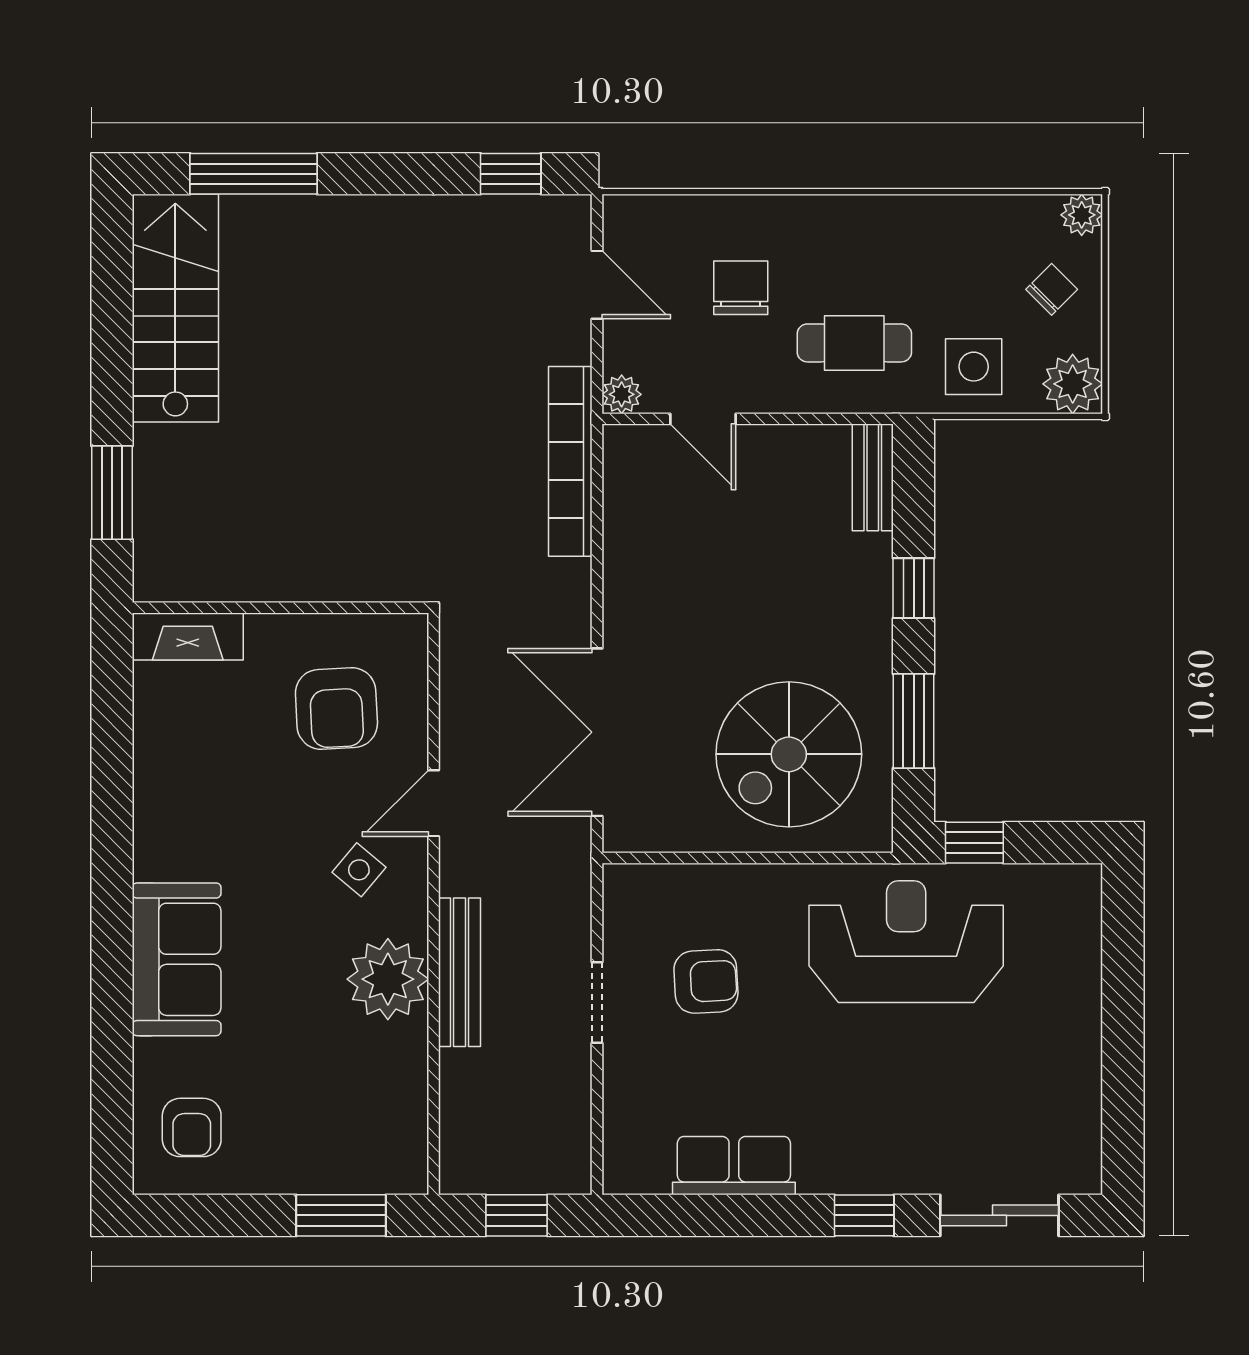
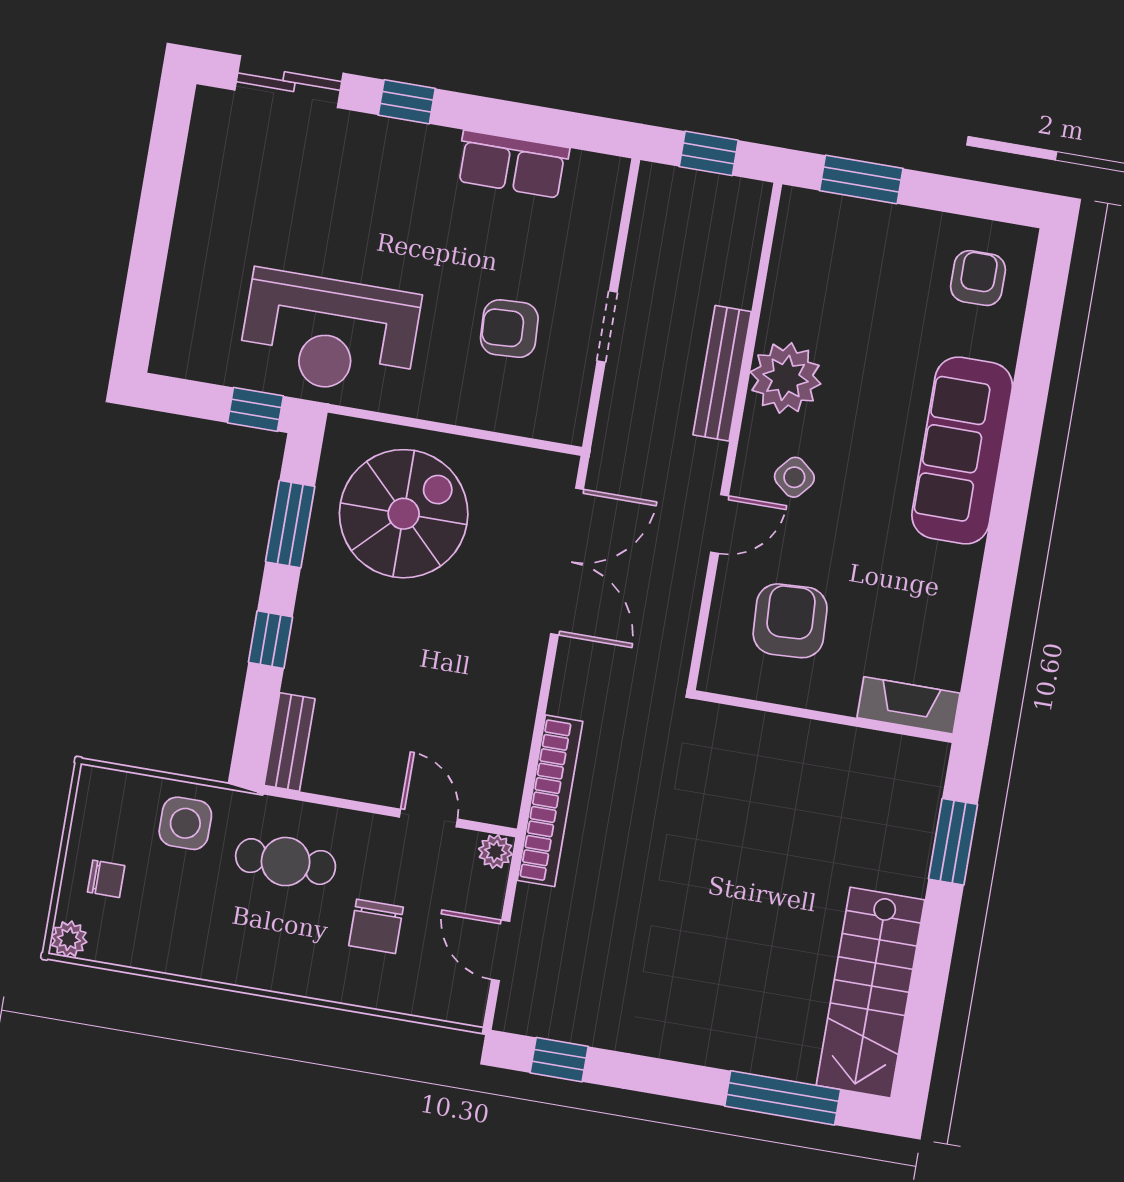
chair: (1052, 289) -> (106, 879), turned -135
plant: (1073, 384) -> (102, 793), removed
sofa: (177, 959) -> (962, 450), width x1.36

